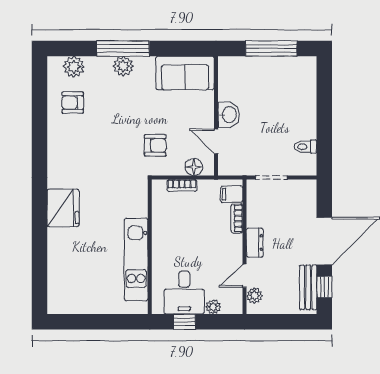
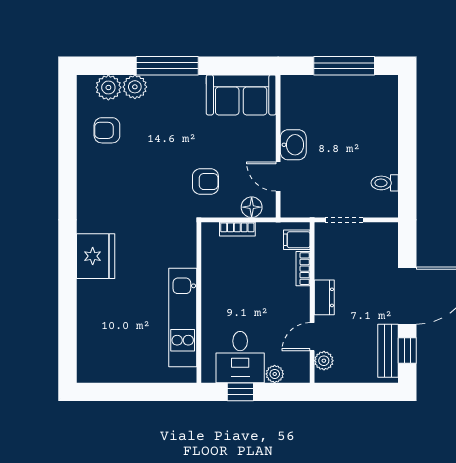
plant: (123, 66) -> (135, 87), moved

